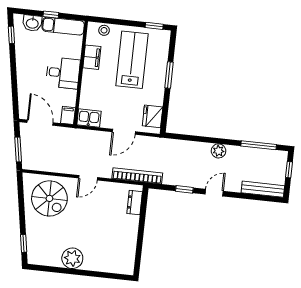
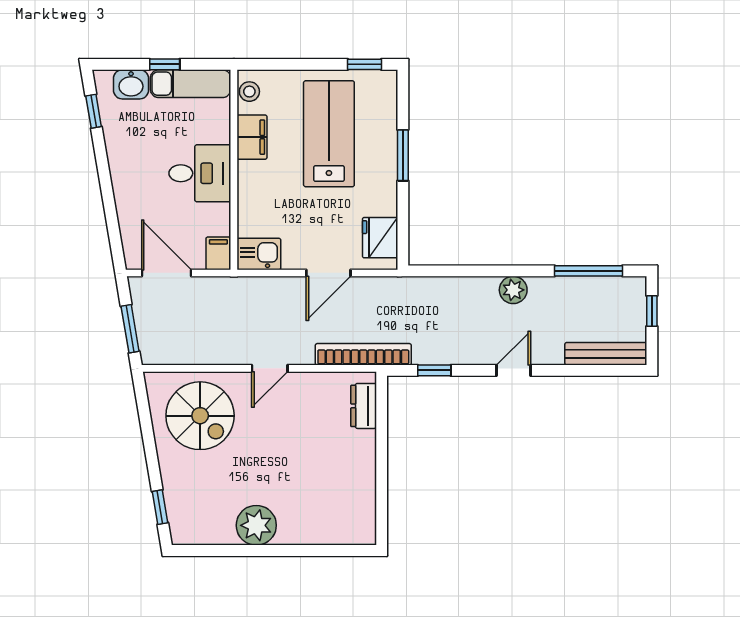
stool: (104, 30) -> (249, 92), moved
window: (184, 189) -> (434, 370), moved

